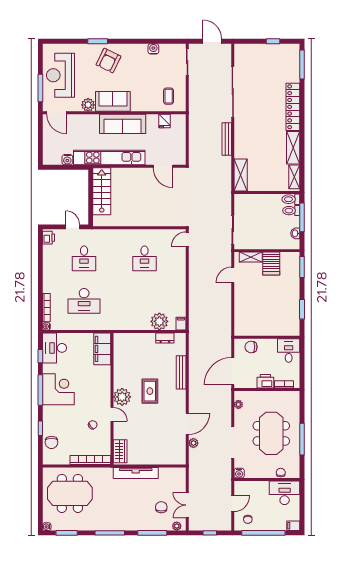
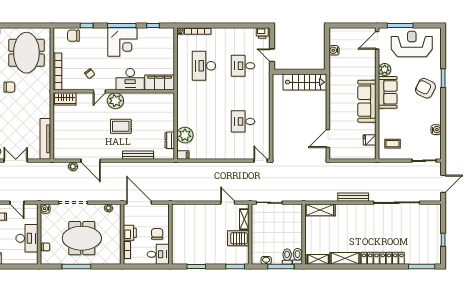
kitchen unit: (109, 158) -> (336, 89), removed
door: (73, 227) -> (272, 55), swing flipped
chair: (251, 347) -> (157, 234), moved
desk: (55, 348) -> (130, 79), moved, turned 180
tv unit: (136, 473) -> (45, 139), moved
desk: (285, 493) -> (27, 238), moved
chair: (161, 507) -> (9, 87), moved

